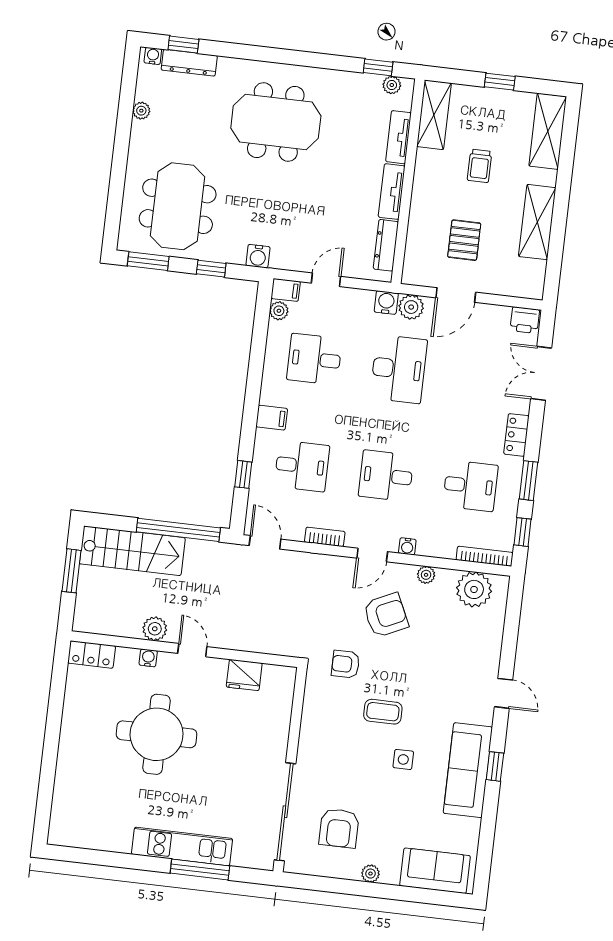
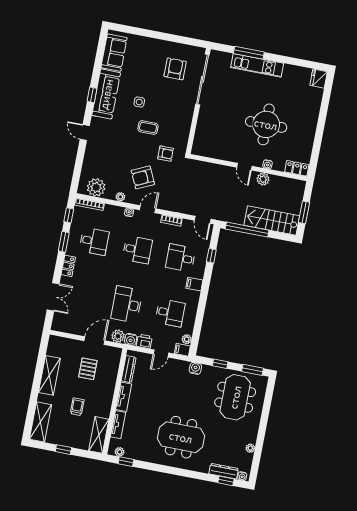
printer: (525, 320) -> (144, 341), moved
desk: (470, 486) -> (94, 241), turned 180
fridge: (244, 675) -> (319, 79), moved, turned -90
sofa: (435, 871) -> (114, 53), moved, turned -90
plant: (370, 874) -> (161, 44), removed

